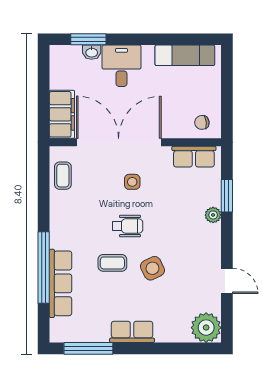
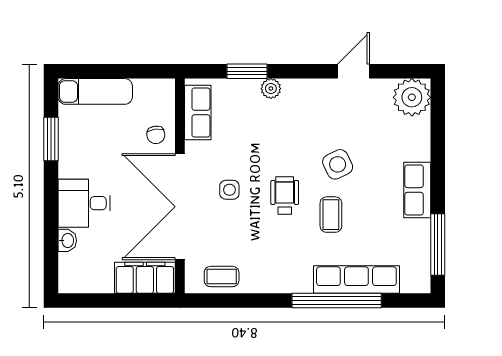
window: (88, 39) -> (51, 139), moved
exam couch: (185, 55) -> (95, 91), moved, turned 90
chair: (202, 122) -> (156, 135), moved

